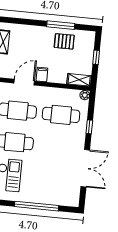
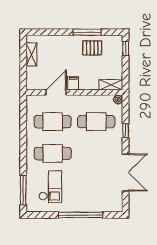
window: (96, 57) -> (126, 48), moved

